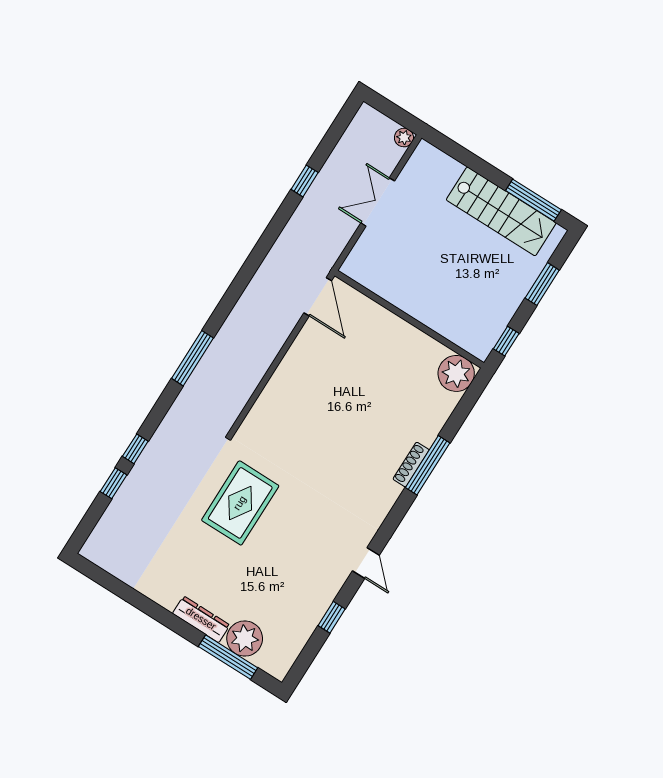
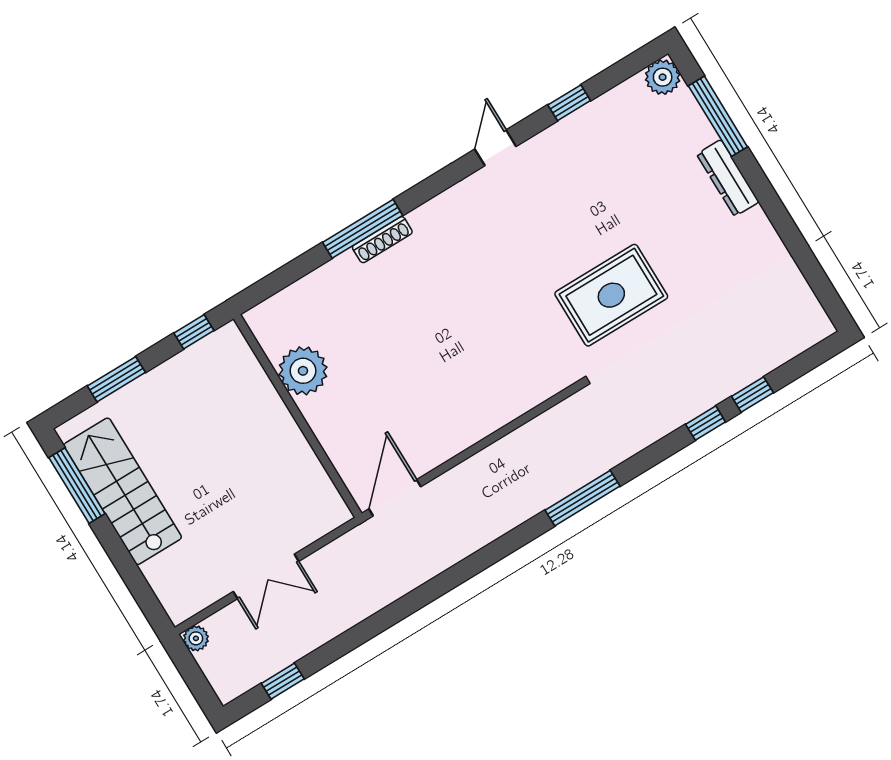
window: (305, 181) -> (283, 681), moved
plant: (456, 373) -> (303, 371), moved
plant: (245, 639) -> (663, 77), moved, width x0.73, depth x0.73

